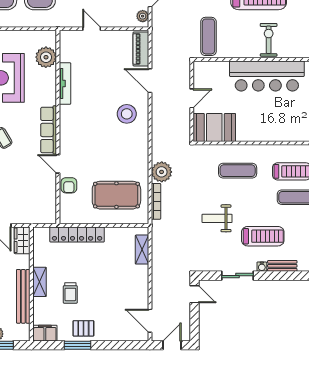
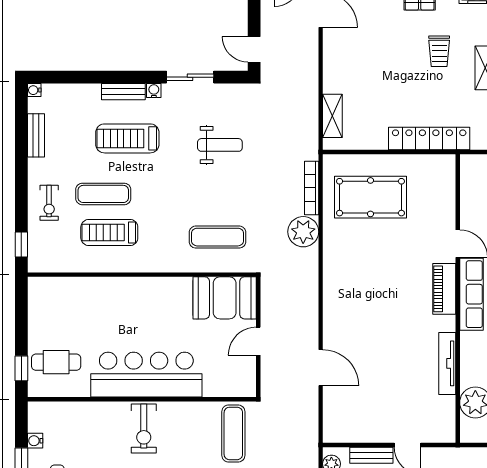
bench: (116, 22) -> (371, 455), added
piano: (141, 49) -> (444, 289), moved, turned 180
stool: (127, 114) -> (355, 318), removed
exercise mat: (238, 171) -> (217, 237), moved
armchair: (69, 185) -> (441, 212), removed
weight bench: (217, 218) -> (220, 145), moved
treadmill: (263, 236) -> (127, 138), moved
trolley: (70, 293) -> (439, 51), turned 180

